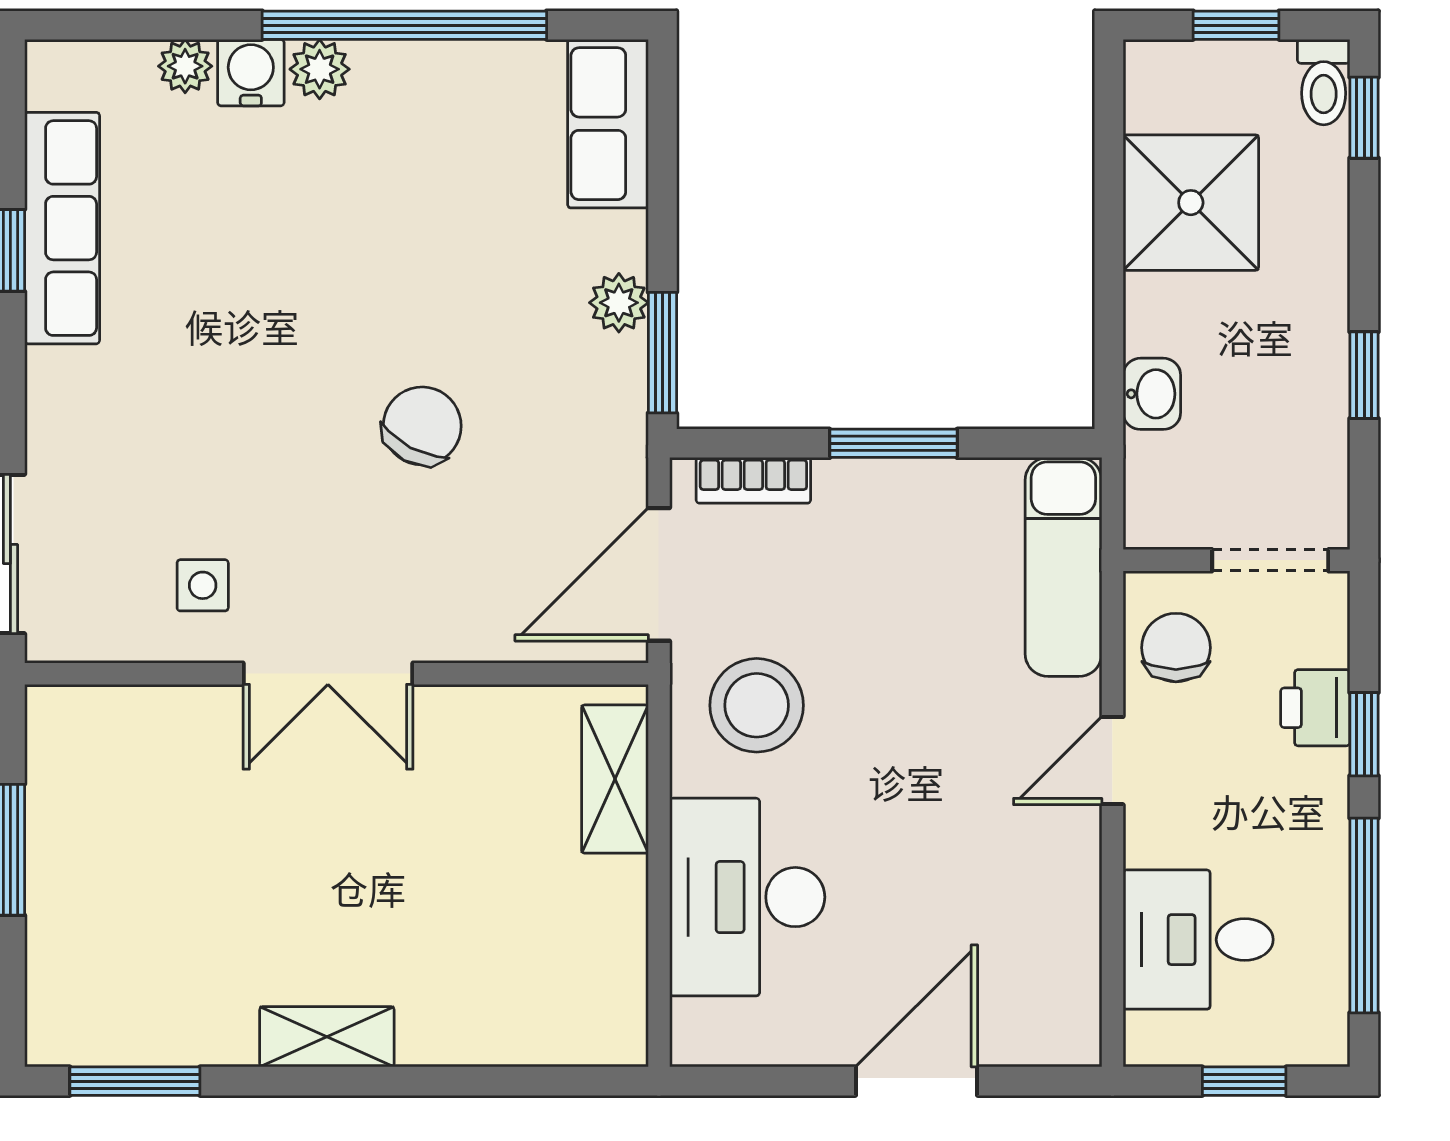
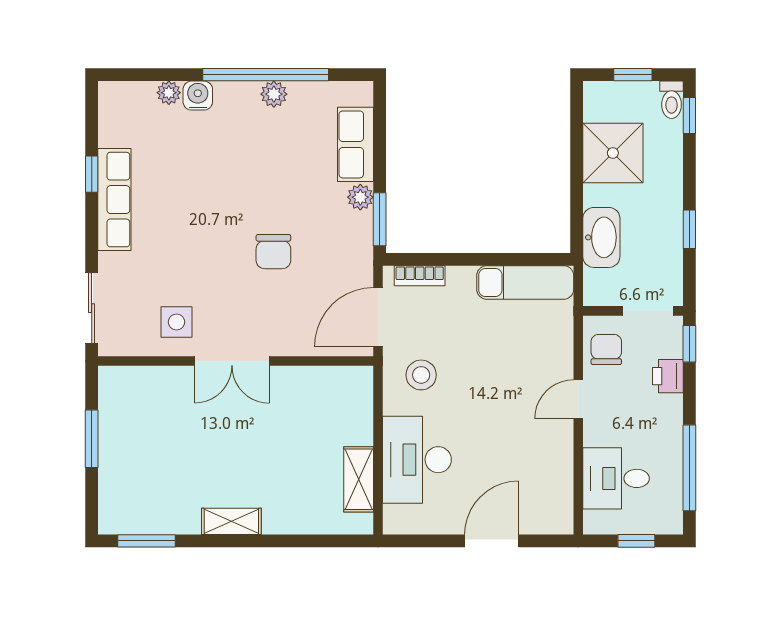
plant: (320, 69) -> (274, 94), moved
row of seats: (608, 124) -> (355, 144), moved
row of seats: (62, 228) -> (114, 200), moved
washbasin: (1152, 394) -> (601, 237), width x1.91, depth x1.45
chair: (422, 426) -> (273, 252), turned 152
window: (893, 443) -> (482, 259), removed
exam couch: (1063, 567) -> (525, 282), moved, turned -90
side table: (203, 585) -> (176, 322), width x1.37, depth x1.37
stool: (757, 705) -> (421, 375), width x0.73, depth x0.73
window: (1364, 734) -> (689, 344), moved
shelving: (615, 779) -> (359, 479), moved

